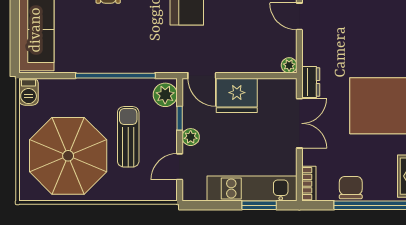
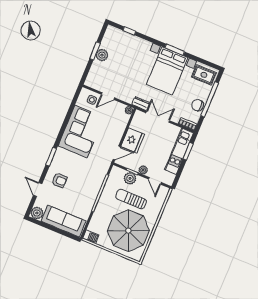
plant: (165, 95) -> (130, 178), moved

